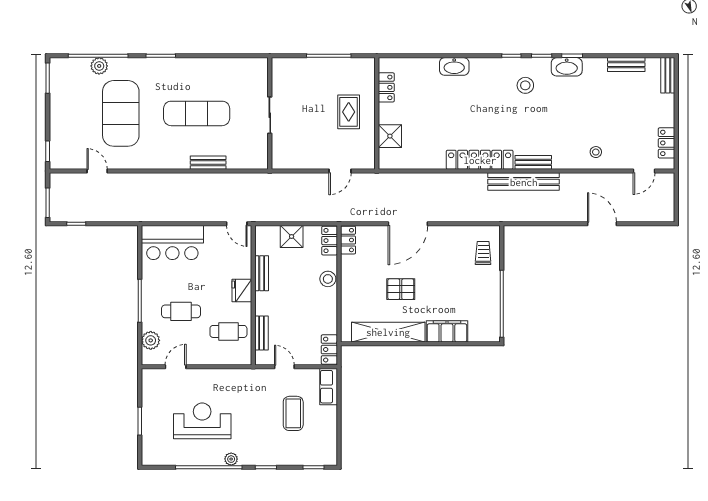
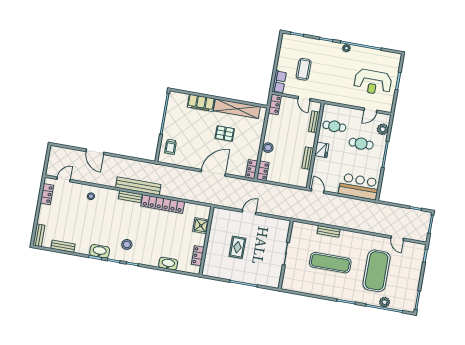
locker: (386, 87) -> (198, 256), moved
wall: (377, 113) -> (206, 241), moved
shower: (390, 136) -> (201, 226), moved
shower: (292, 237) -> (286, 177), removed
reception desk: (202, 421) -> (373, 82), moved

